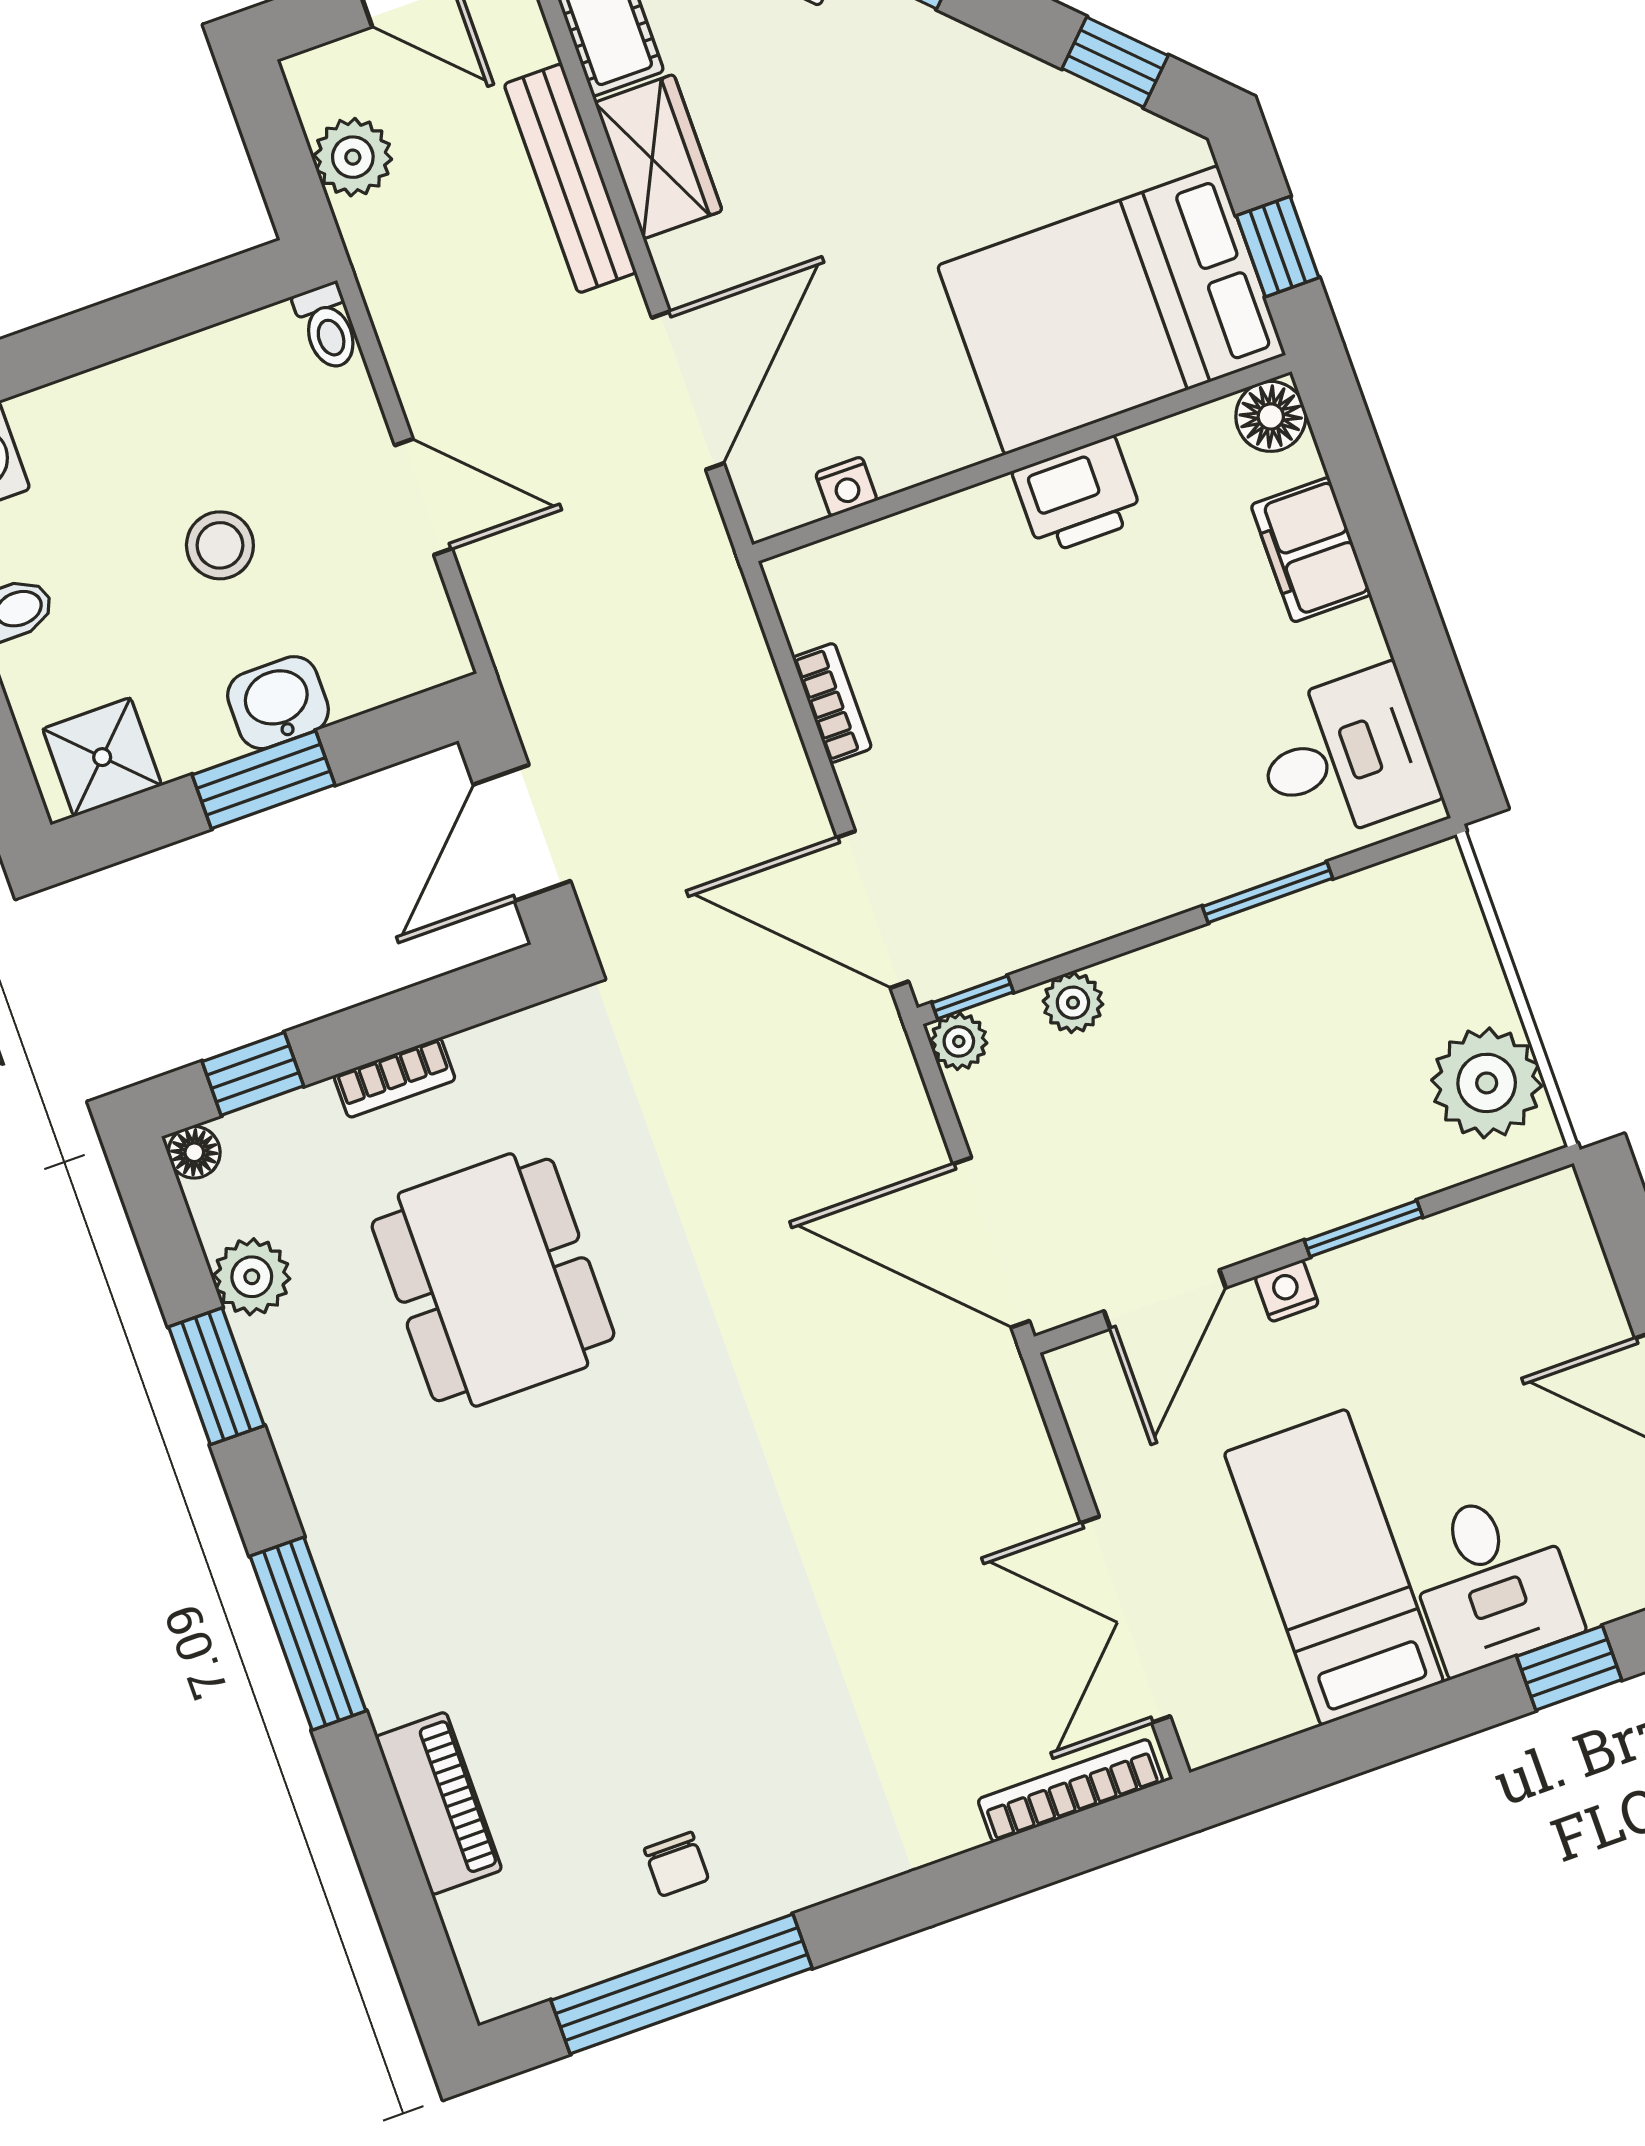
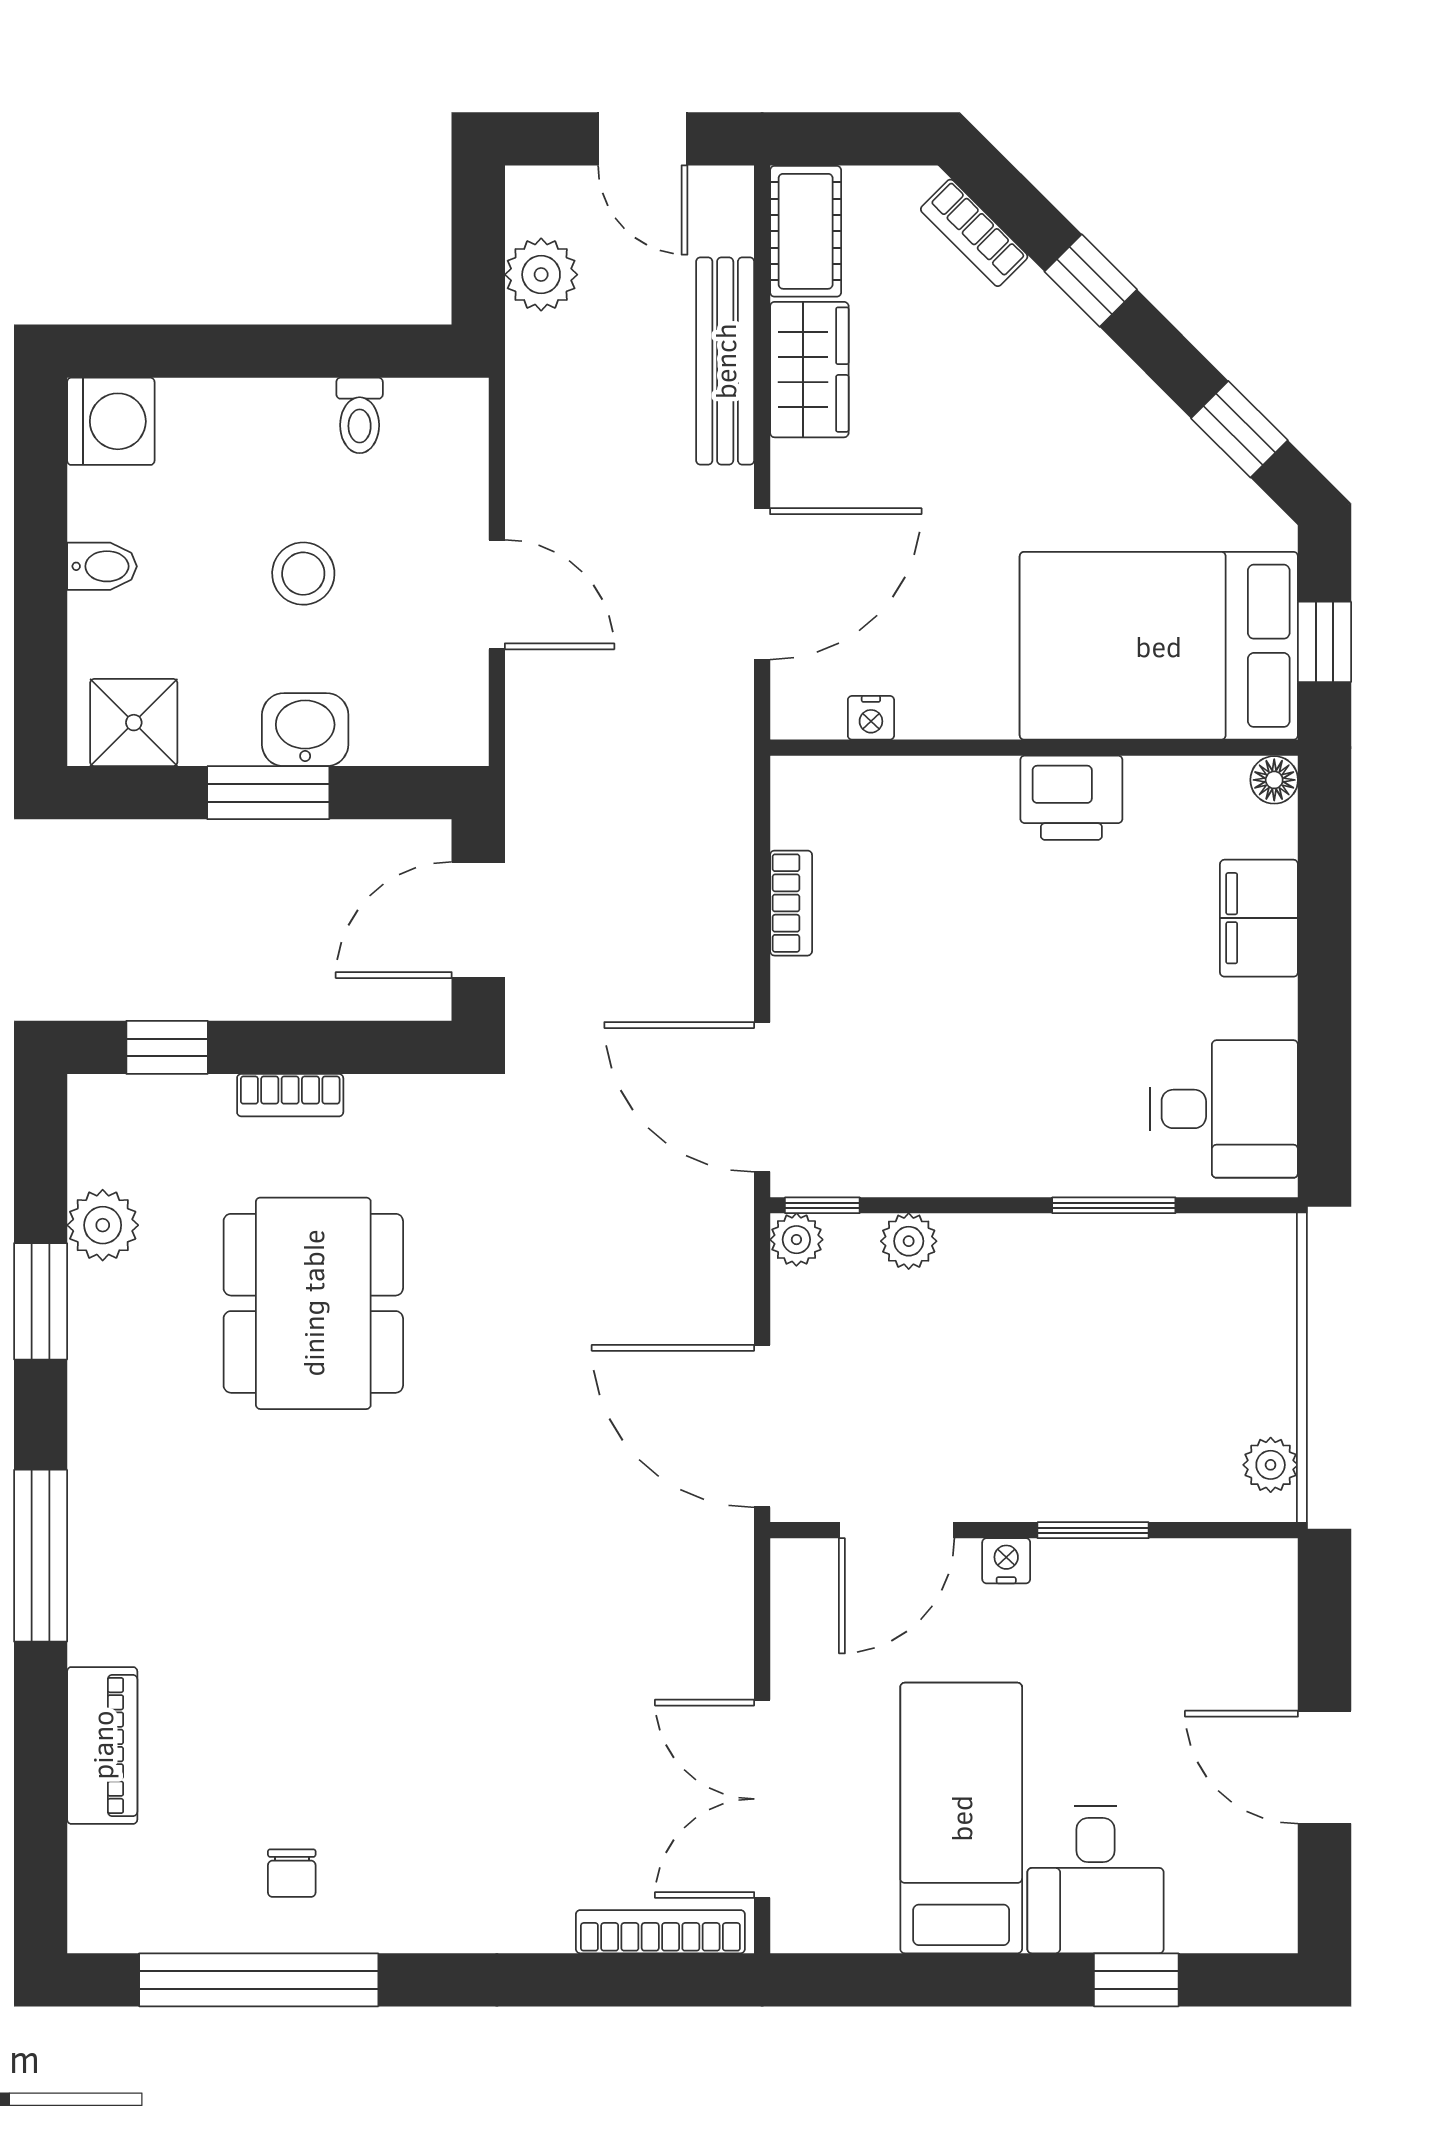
toilet: (327, 327) -> (360, 415), moved
floor lamp: (1271, 416) -> (1274, 780), width x0.73, depth x0.73
plant: (1487, 1083) -> (1271, 1465), width x0.53, depth x0.53
floor lamp: (194, 1152) -> (91, 1098), removed

